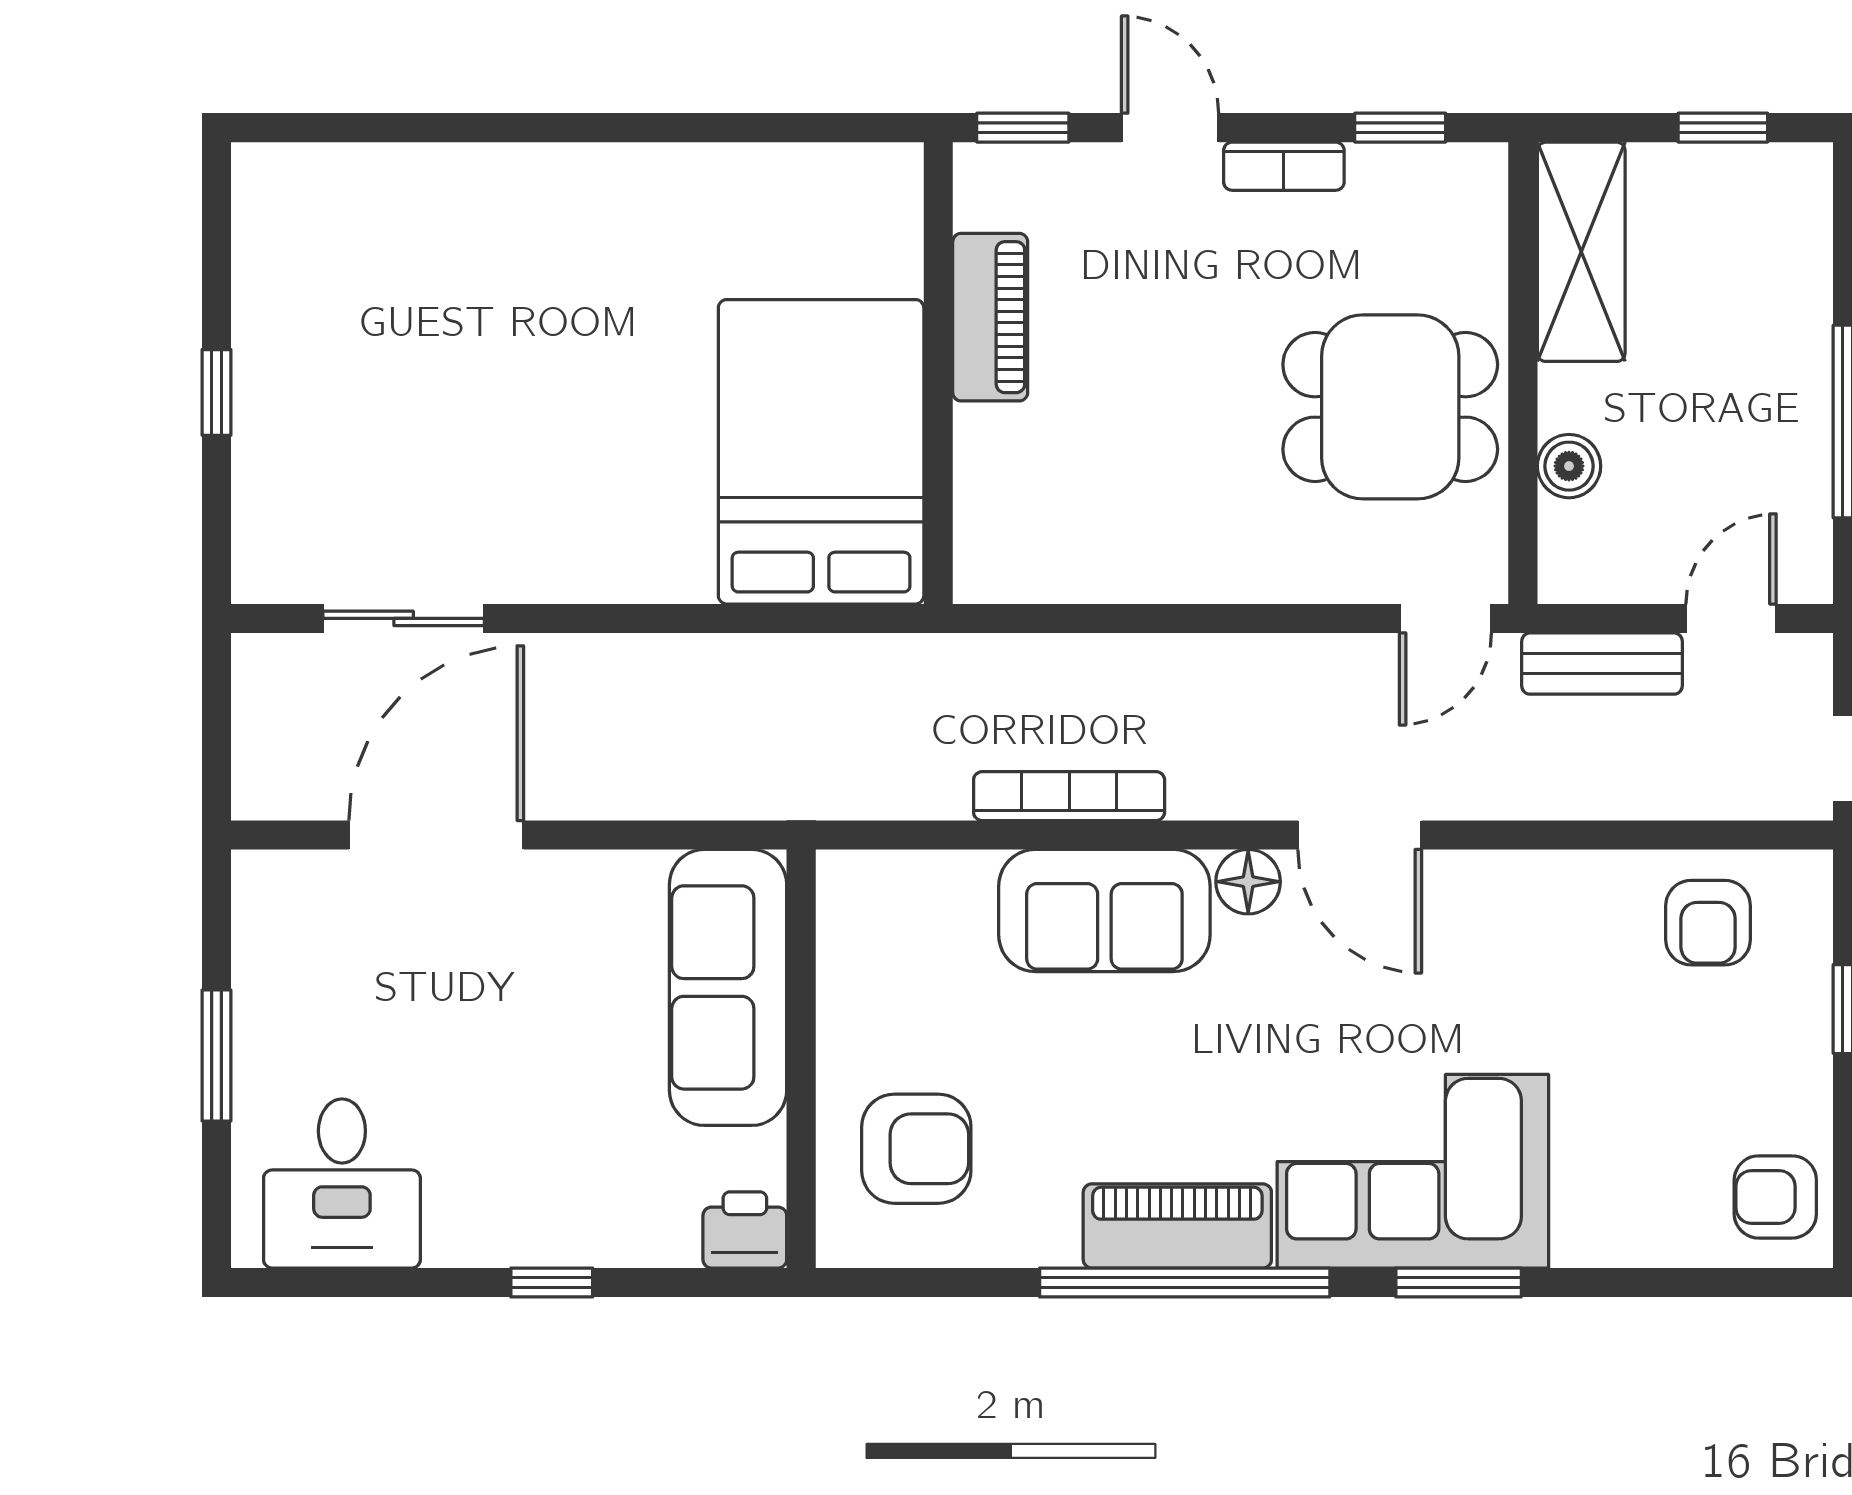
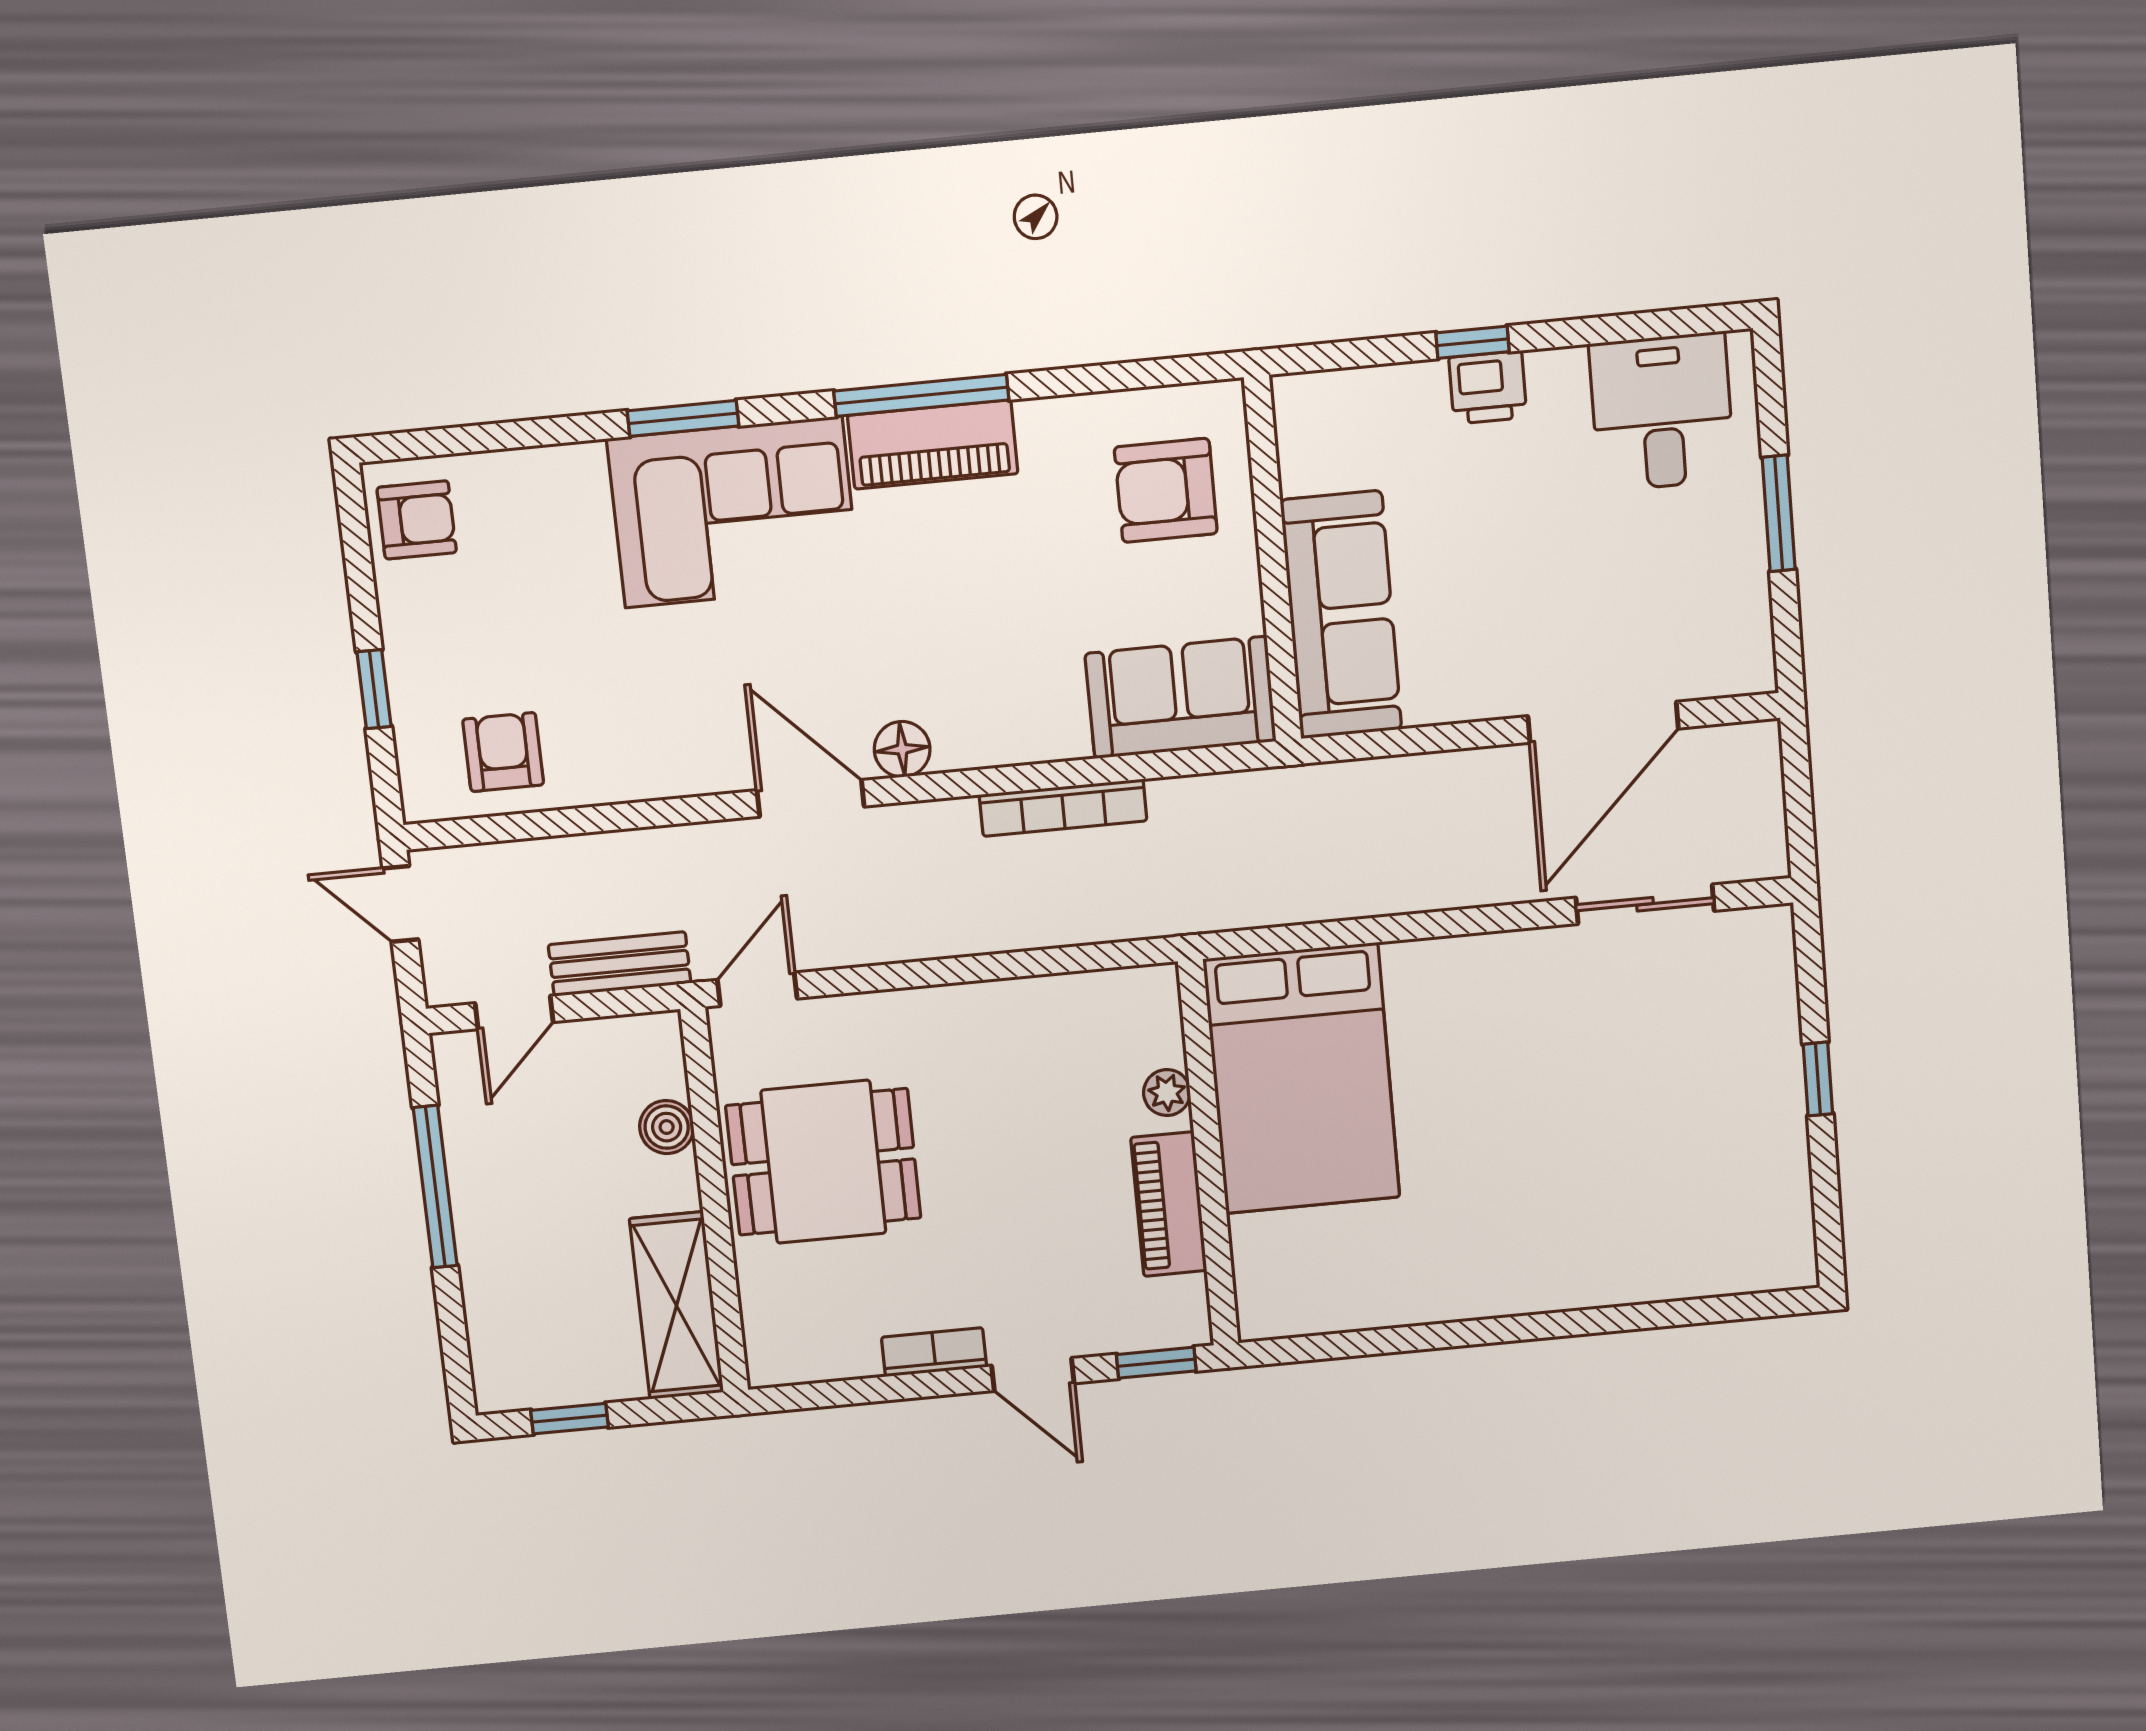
window: (1400, 128) -> (840, 1393), removed
plant: (980, 450) -> (1167, 1093), added
sofa: (1104, 910) -> (1181, 697), moved
printer: (745, 1230) -> (1488, 387), moved
window: (1185, 1282) -> (921, 395), width x0.68

